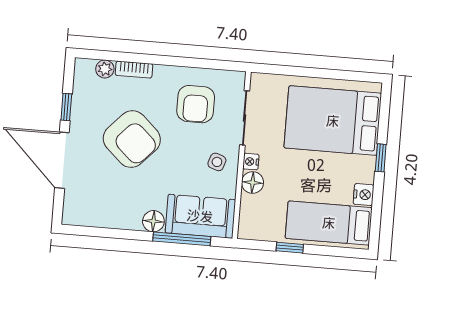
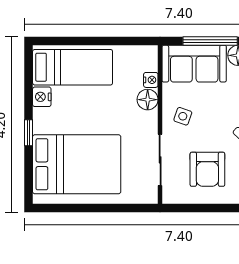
armchair: (196, 104) -> (207, 169), turned 180
nightstand: (251, 162) -> (151, 80), moved
window: (290, 248) -> (107, 41), removed

